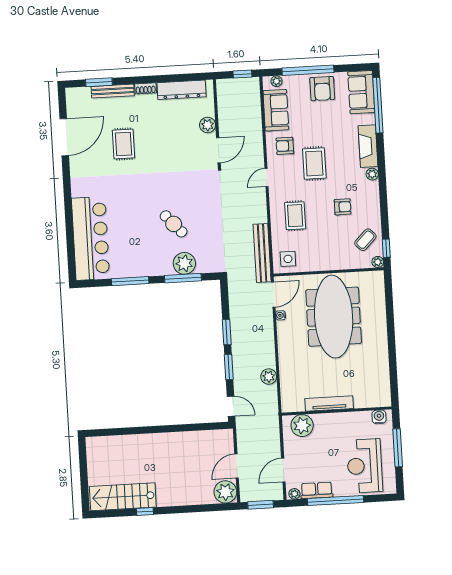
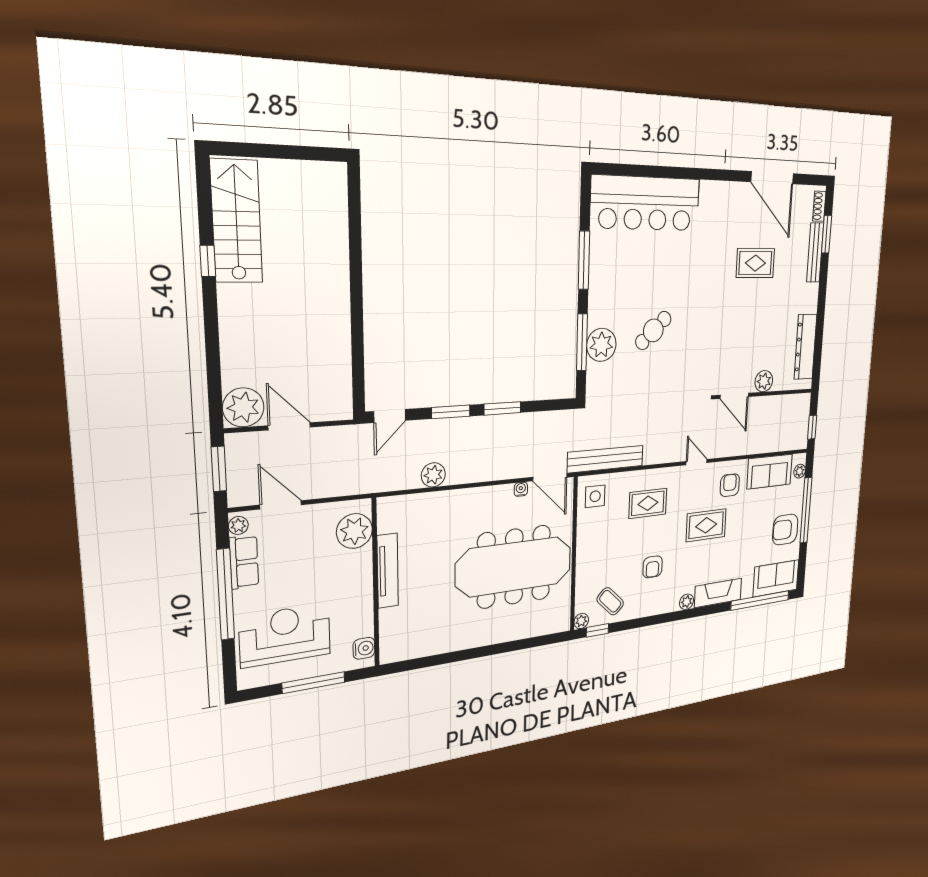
shoe rack: (146, 88) -> (819, 206), moved

